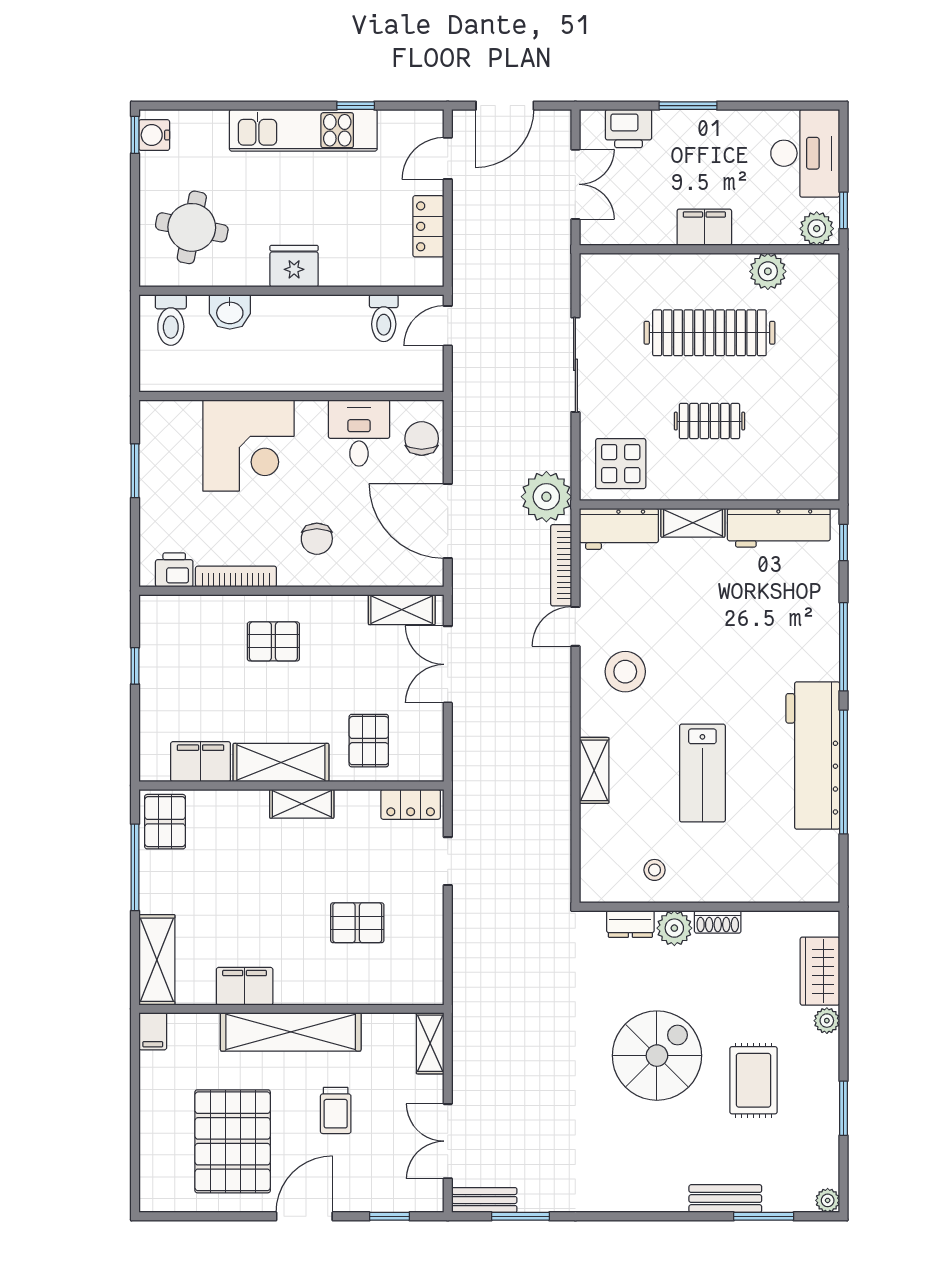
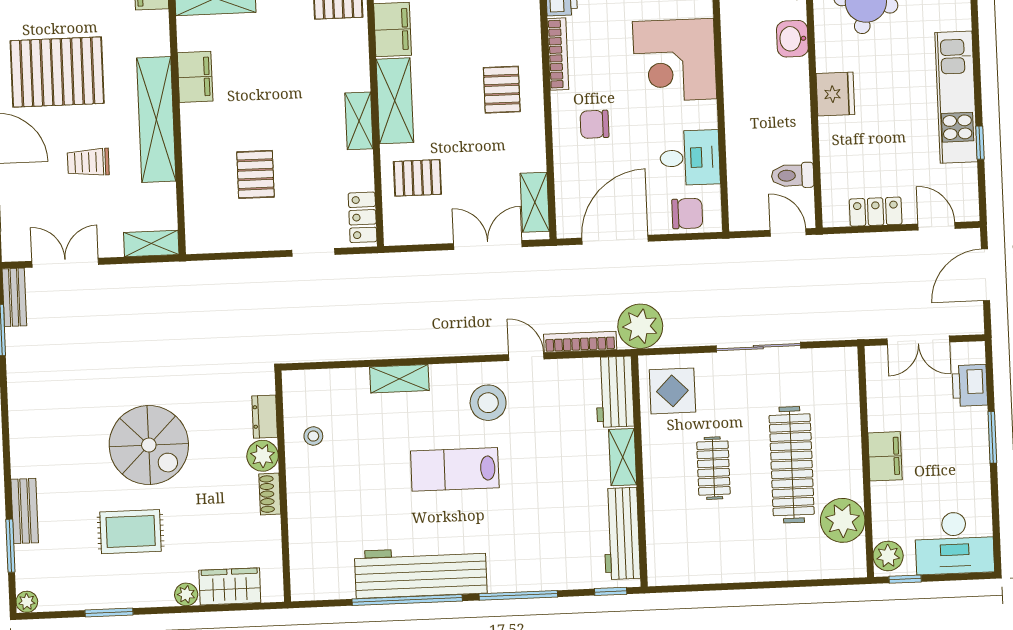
door: (505, 106) -> (985, 275), hinge flipped
plant: (768, 271) -> (843, 520), width x1.36, depth x1.36
lab bench: (702, 773) -> (455, 469), moved

